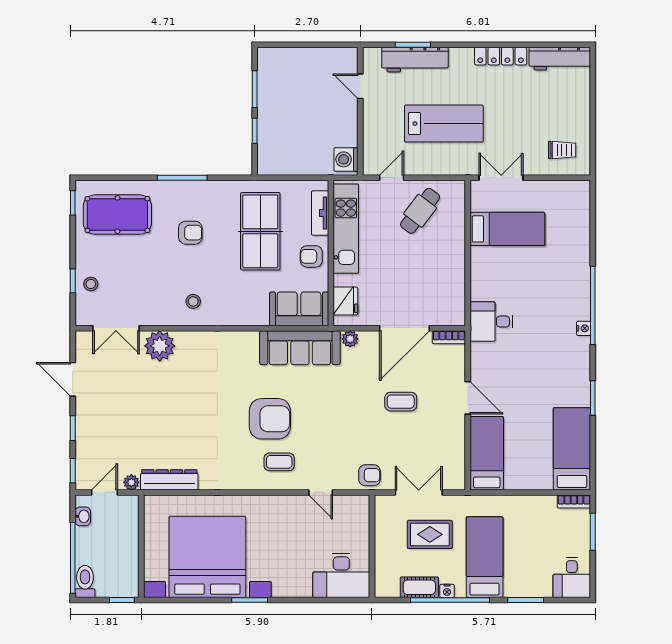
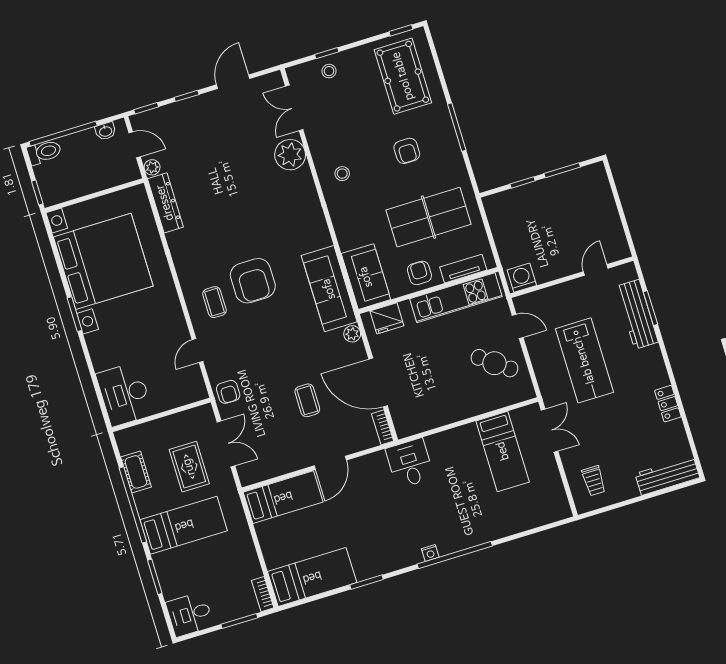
locker: (501, 56) -> (668, 404), width x0.66
workbench: (560, 59) -> (667, 476), moved, turned 90
nightstand: (447, 591) -> (141, 499), removed

